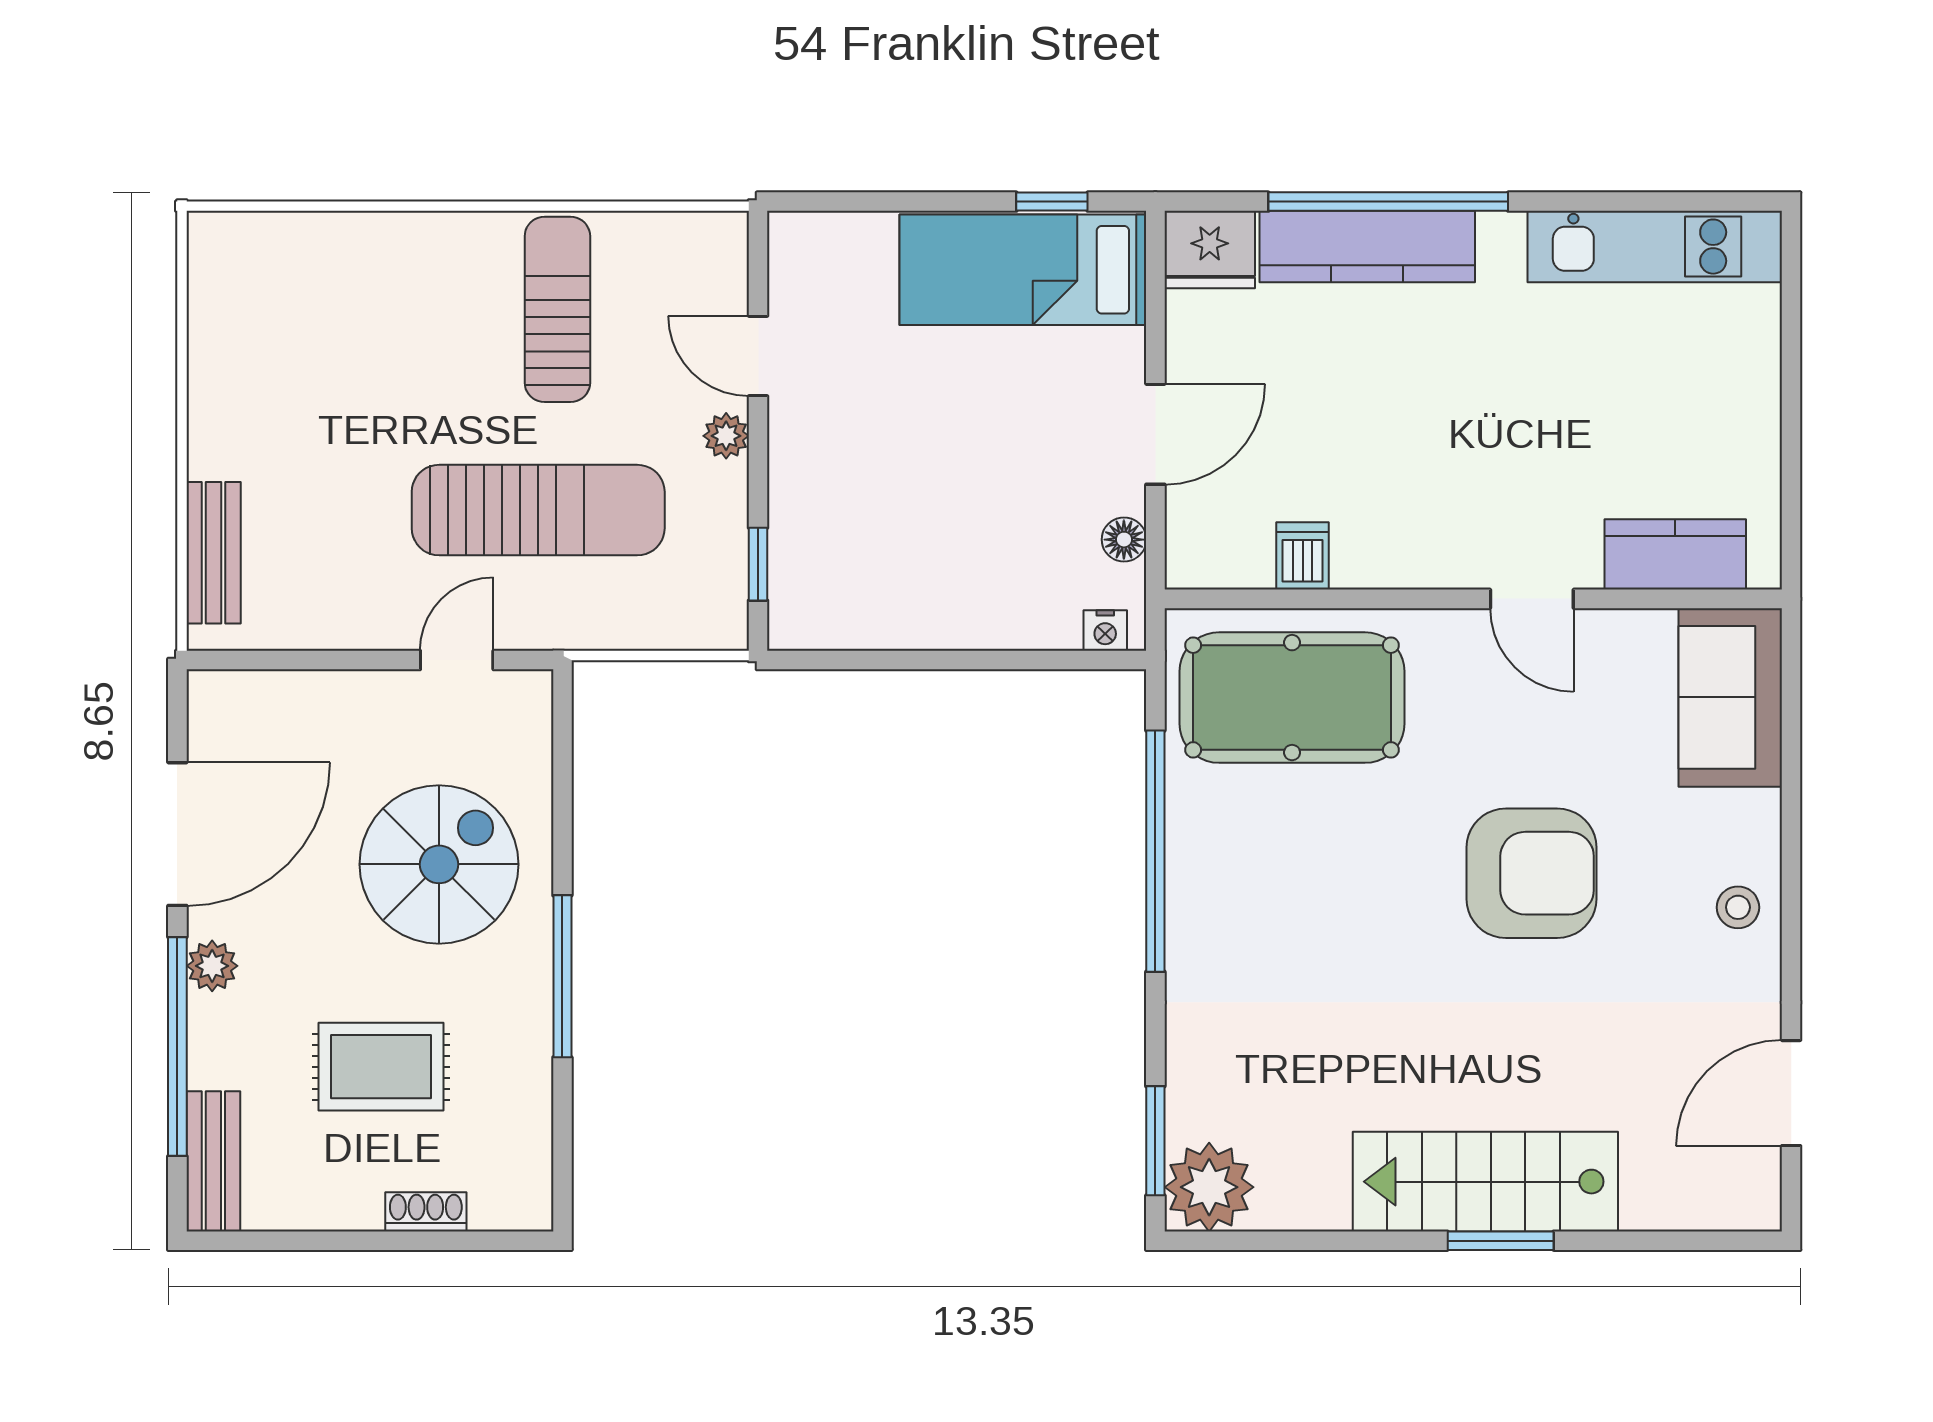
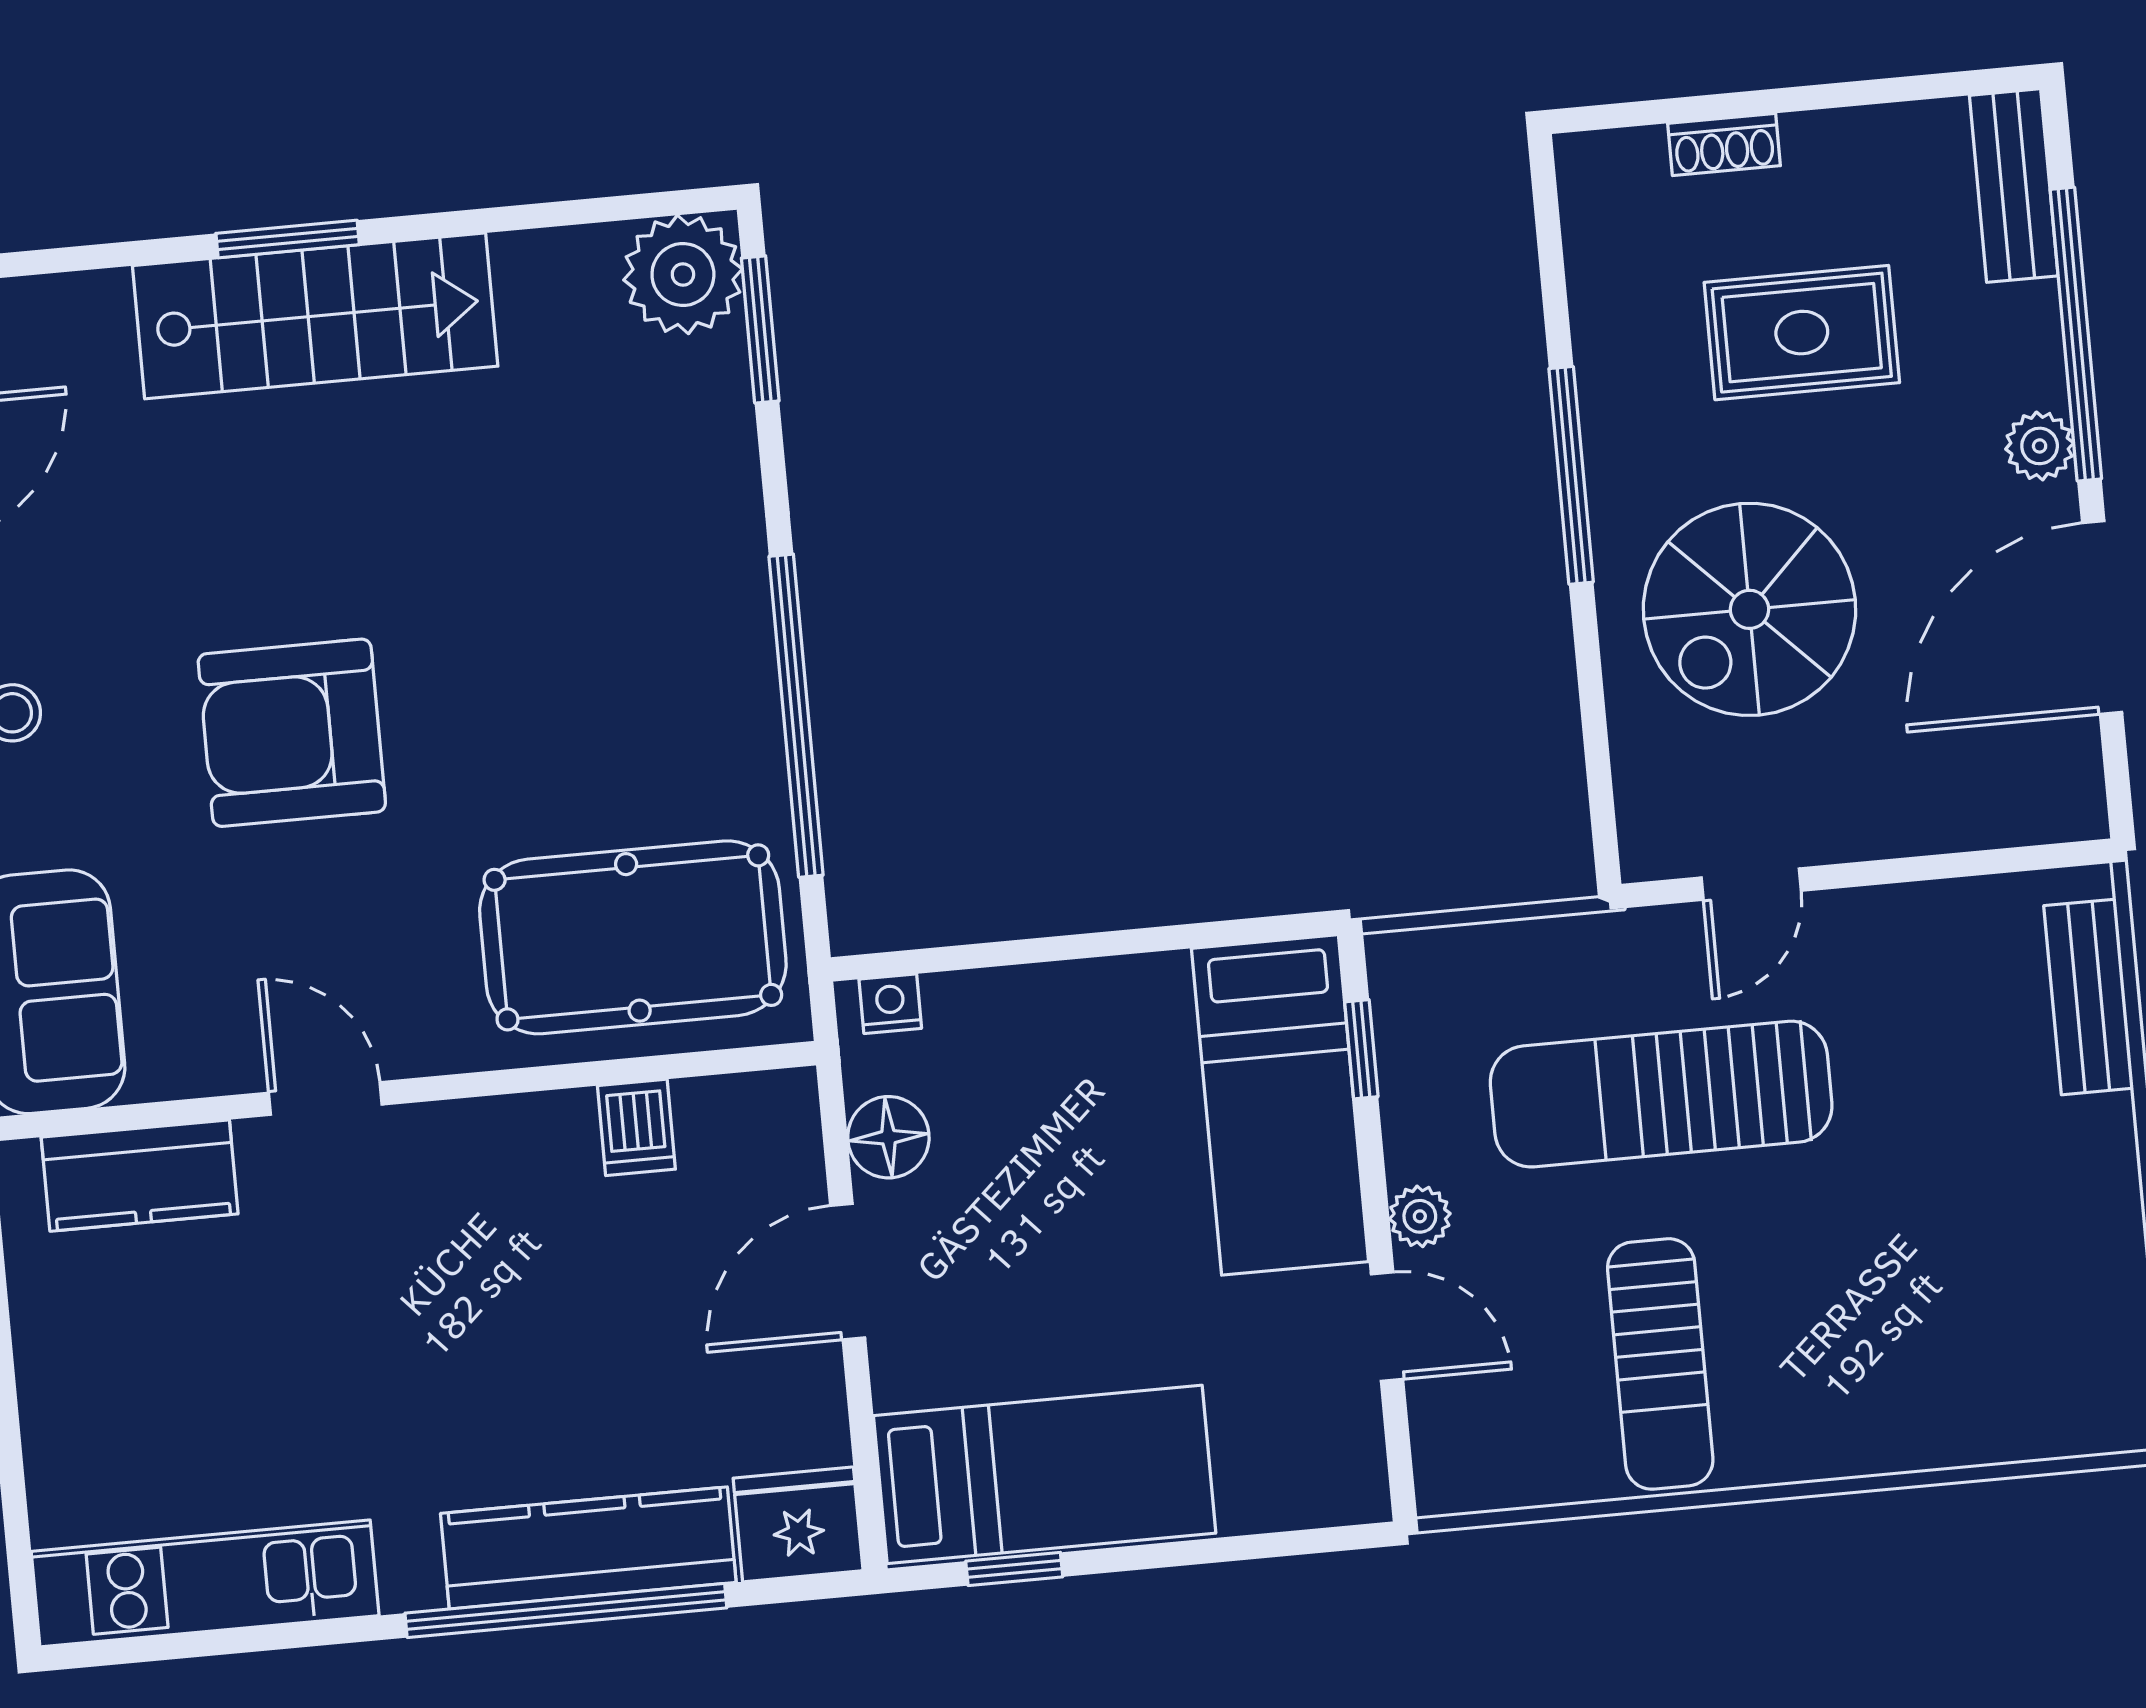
bed: (822, 528) -> (1280, 1105), added
floor lamp: (1124, 540) -> (888, 1137), width x1.37, depth x1.37

